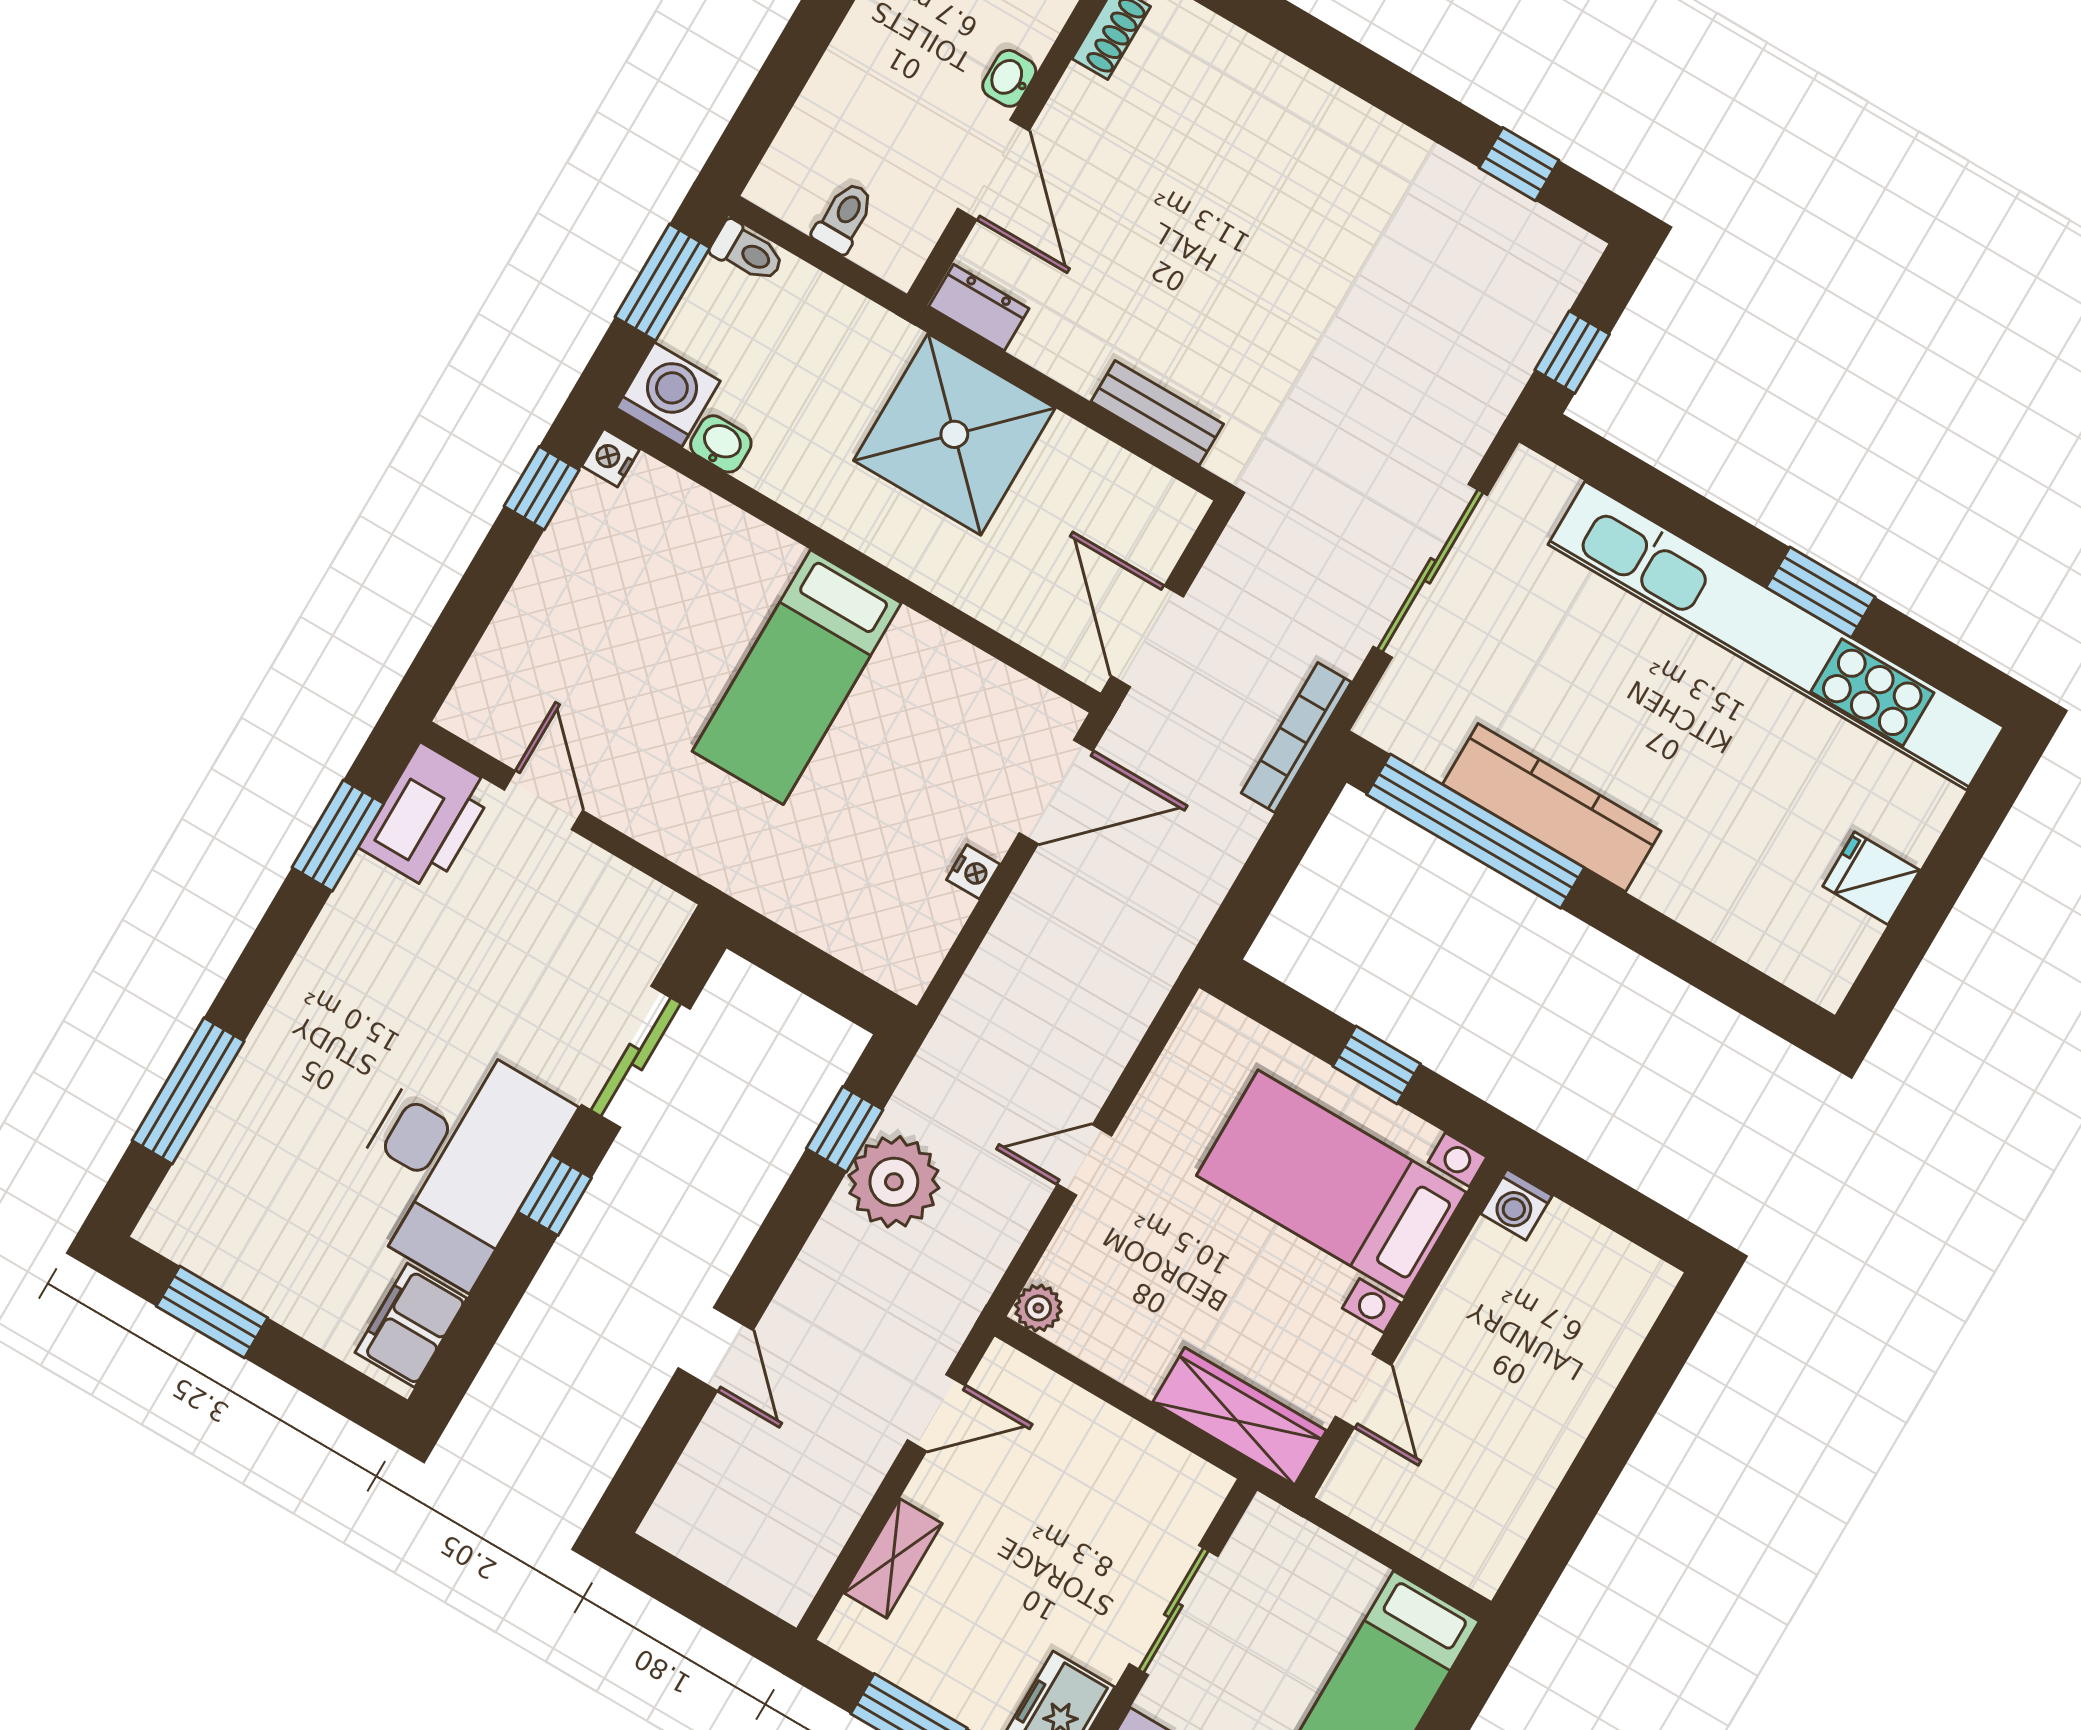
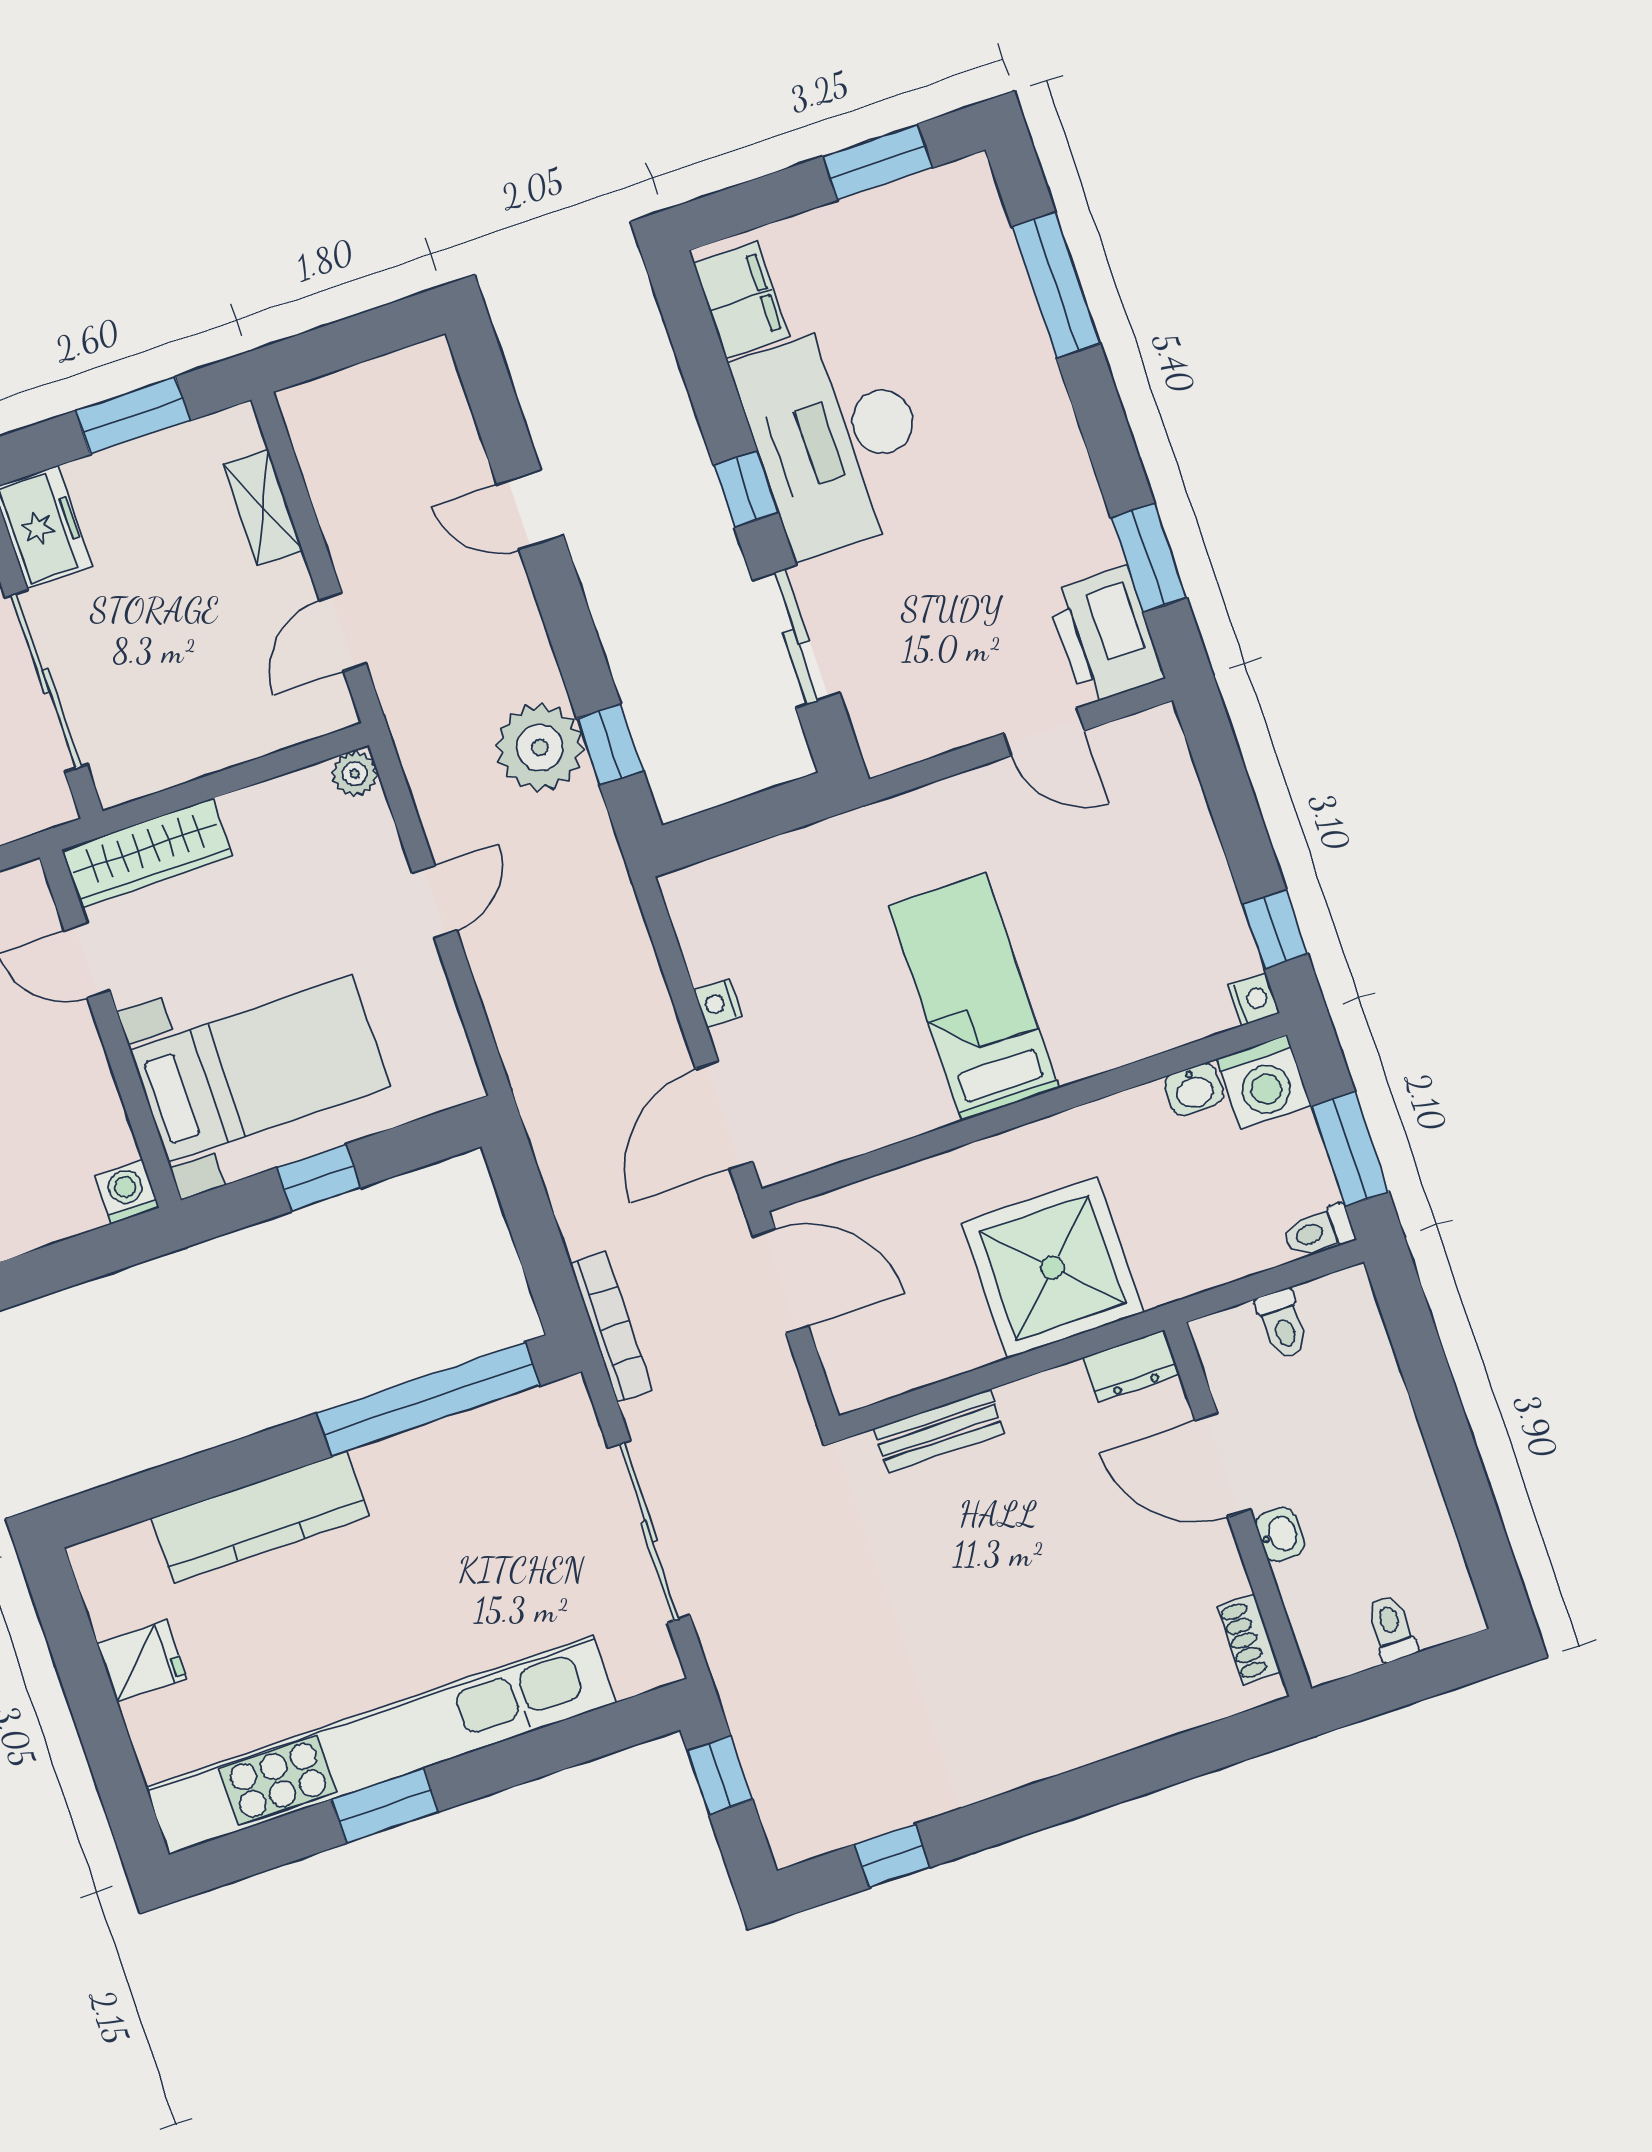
kitchen counter: (1552, 808) -> (260, 1517), moved
sliding door: (1173, 1610) -> (46, 681), width x1.37

